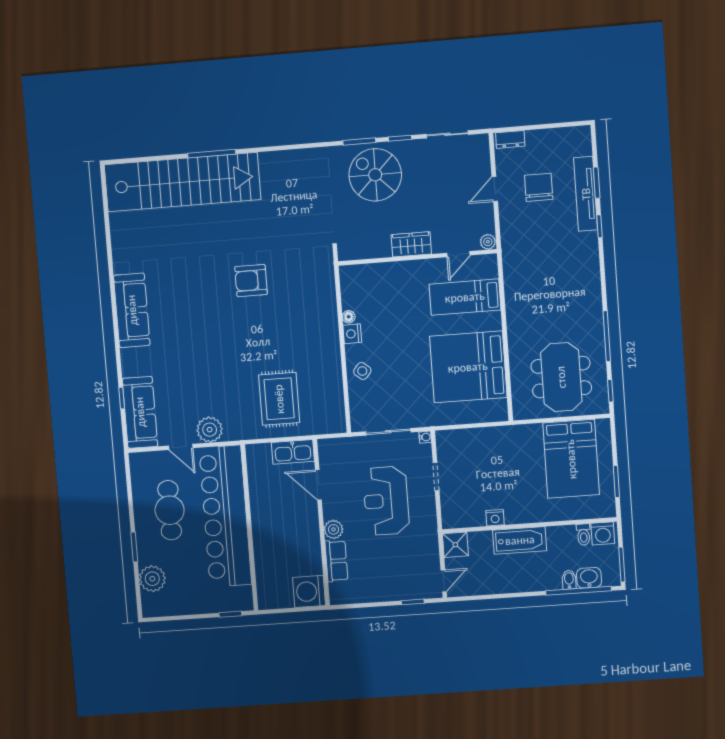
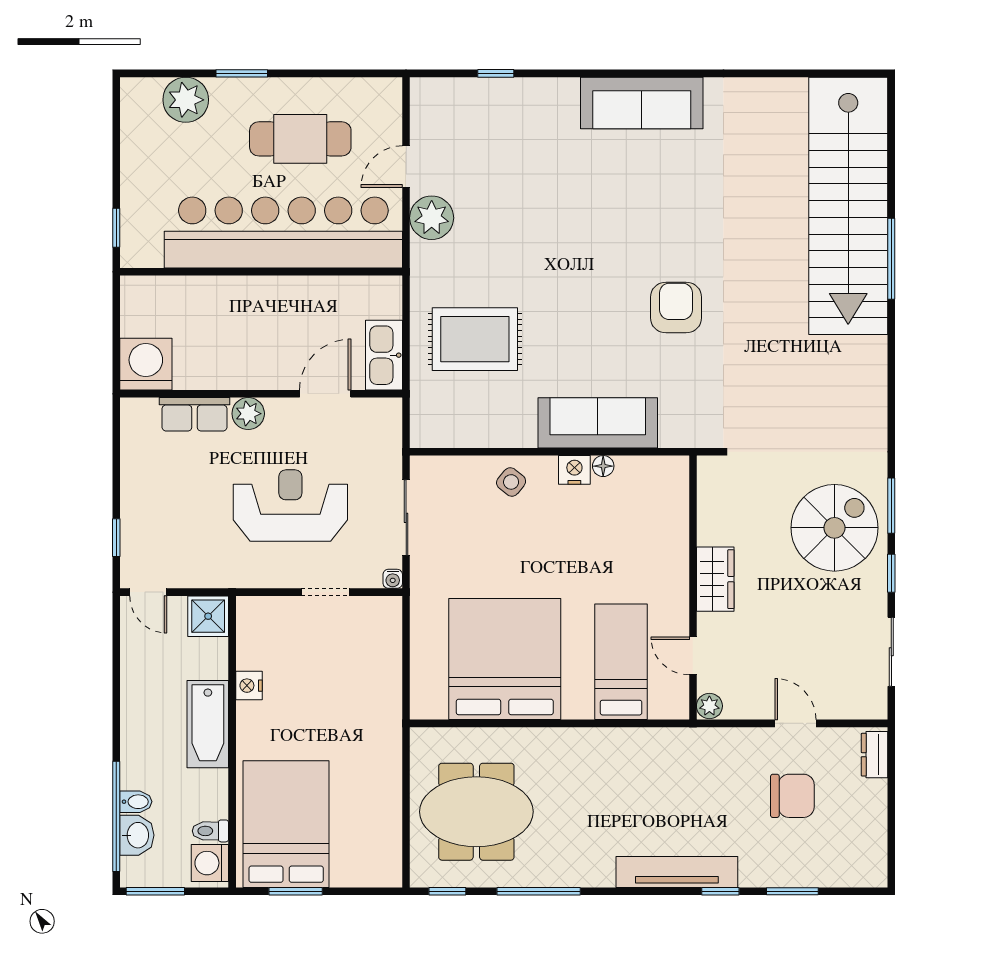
tv unit: (586, 194) -> (677, 872), moved
sofa: (140, 412) -> (598, 423), moved, turned 180
bed: (571, 459) -> (286, 824), moved, turned 90

